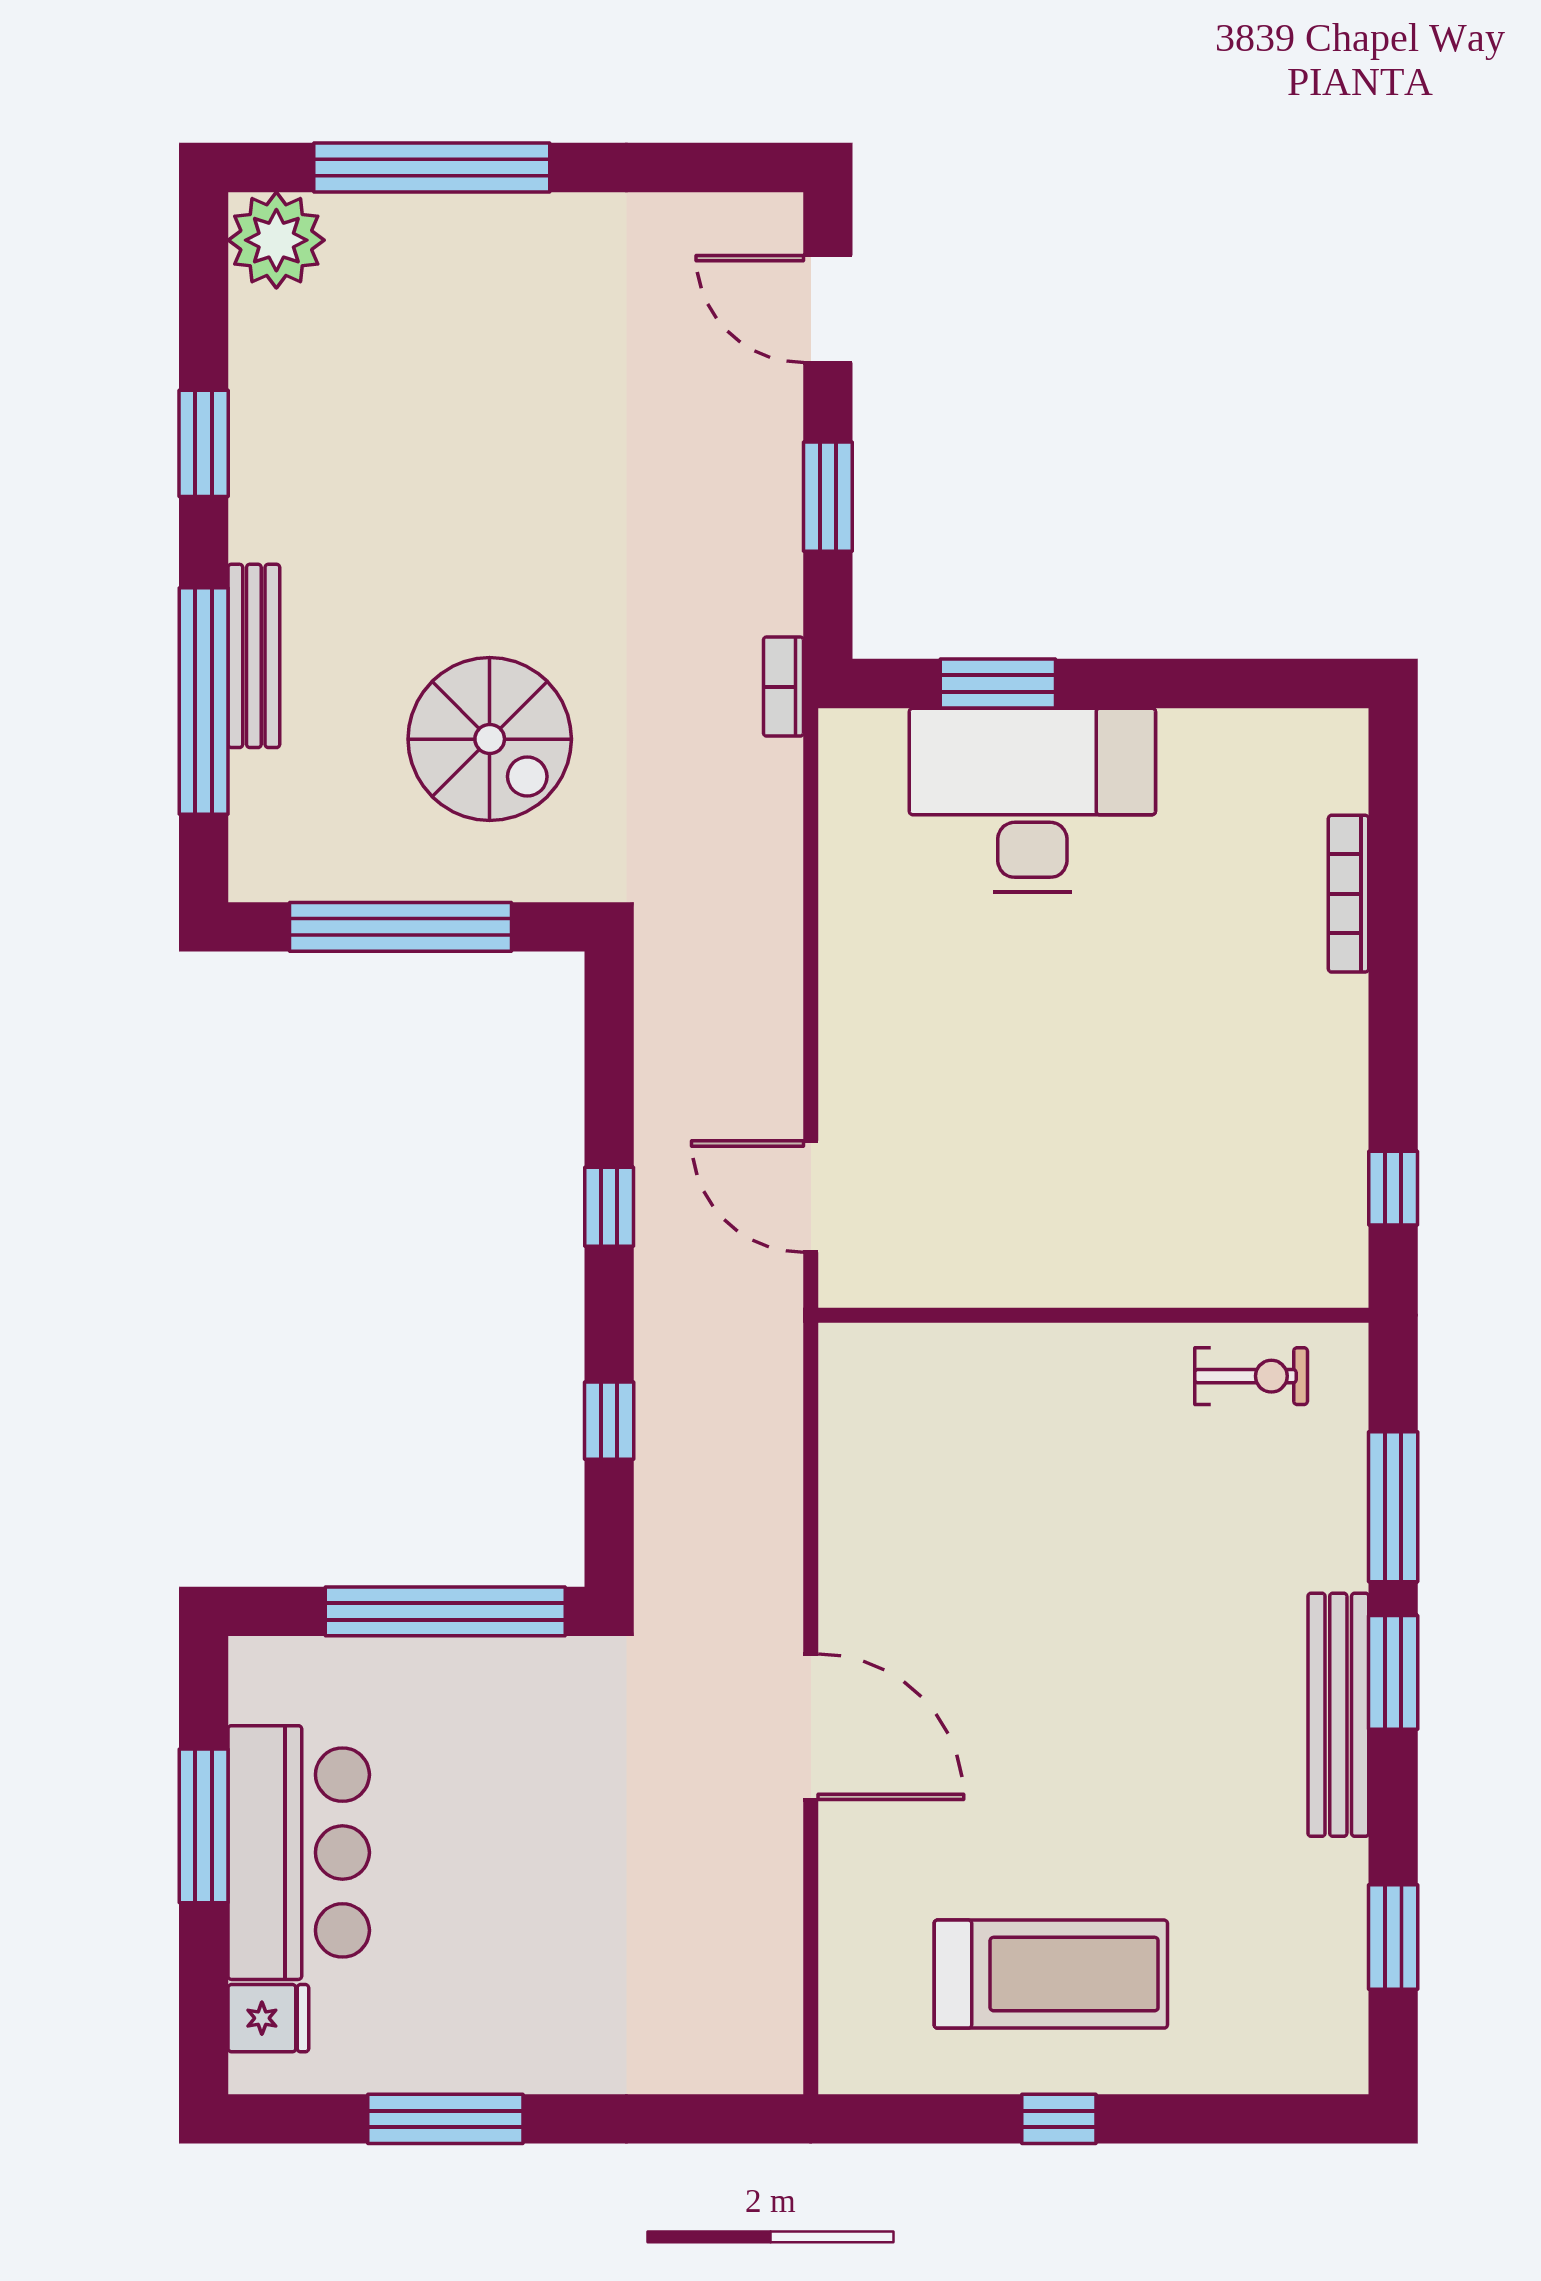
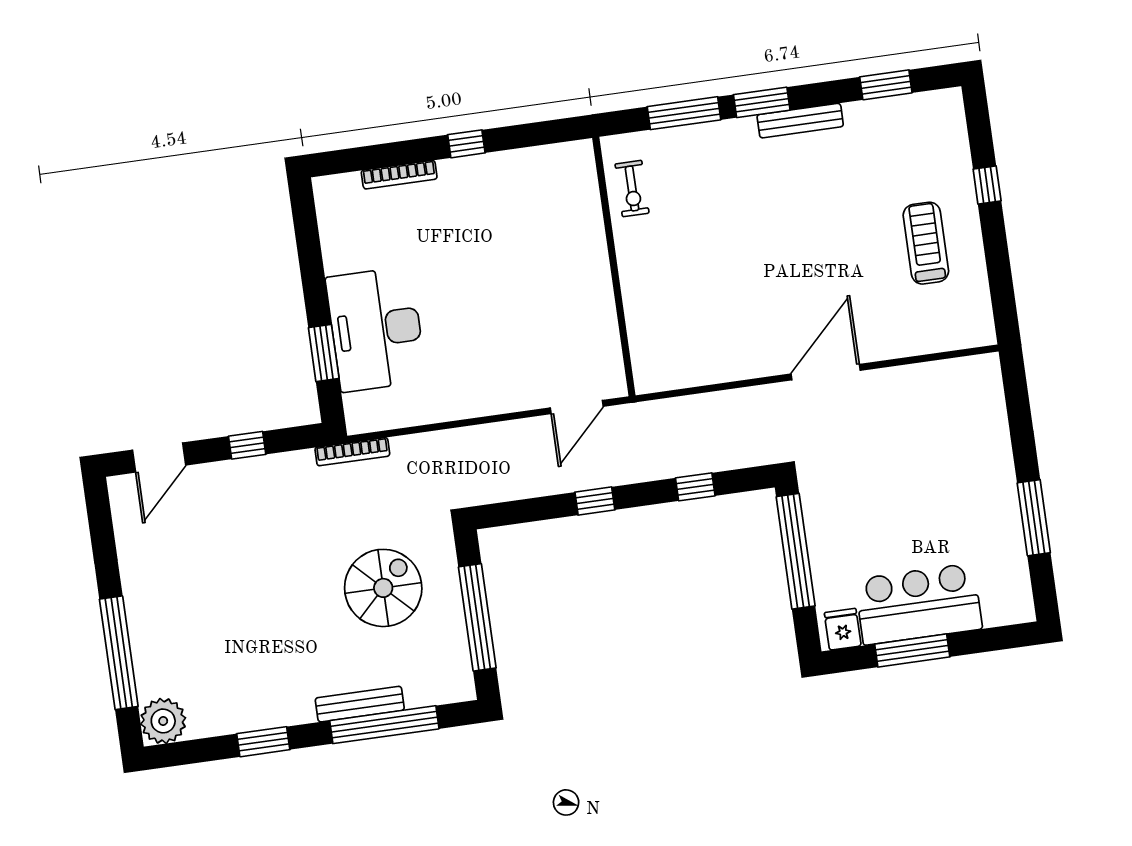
window: (828, 497) -> (247, 445), width x0.67
bookcase: (783, 687) -> (352, 452), width x1.56
window: (1393, 1188) -> (466, 144), moved
exercise bike: (1251, 1376) -> (632, 189), turned 180
bench: (1338, 1715) -> (800, 121), width x0.73, depth x0.82
treadmill: (1051, 1974) -> (926, 243), width x0.73, depth x0.73
fridge: (268, 2018) -> (843, 629), moved
window: (1059, 2119) -> (987, 185), moved

